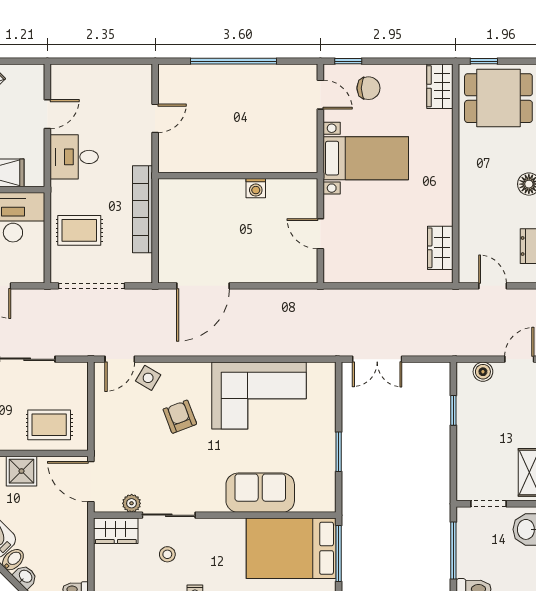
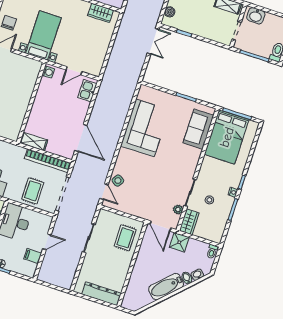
washing machine: (256, 188) -> (48, 72), moved
shelving: (169, 203) -> (34, 141), added
bookcase: (143, 209) -> (48, 161), moved
kitchen sink: (292, 270) -> (87, 91), added
double door: (377, 359) -> (153, 41), moved
armchair: (180, 417) -> (142, 171), removed
shower: (21, 471) -> (179, 242), moved
door: (91, 482) -> (160, 226), hinge flipped
sofa: (260, 493) -> (198, 129), moved

